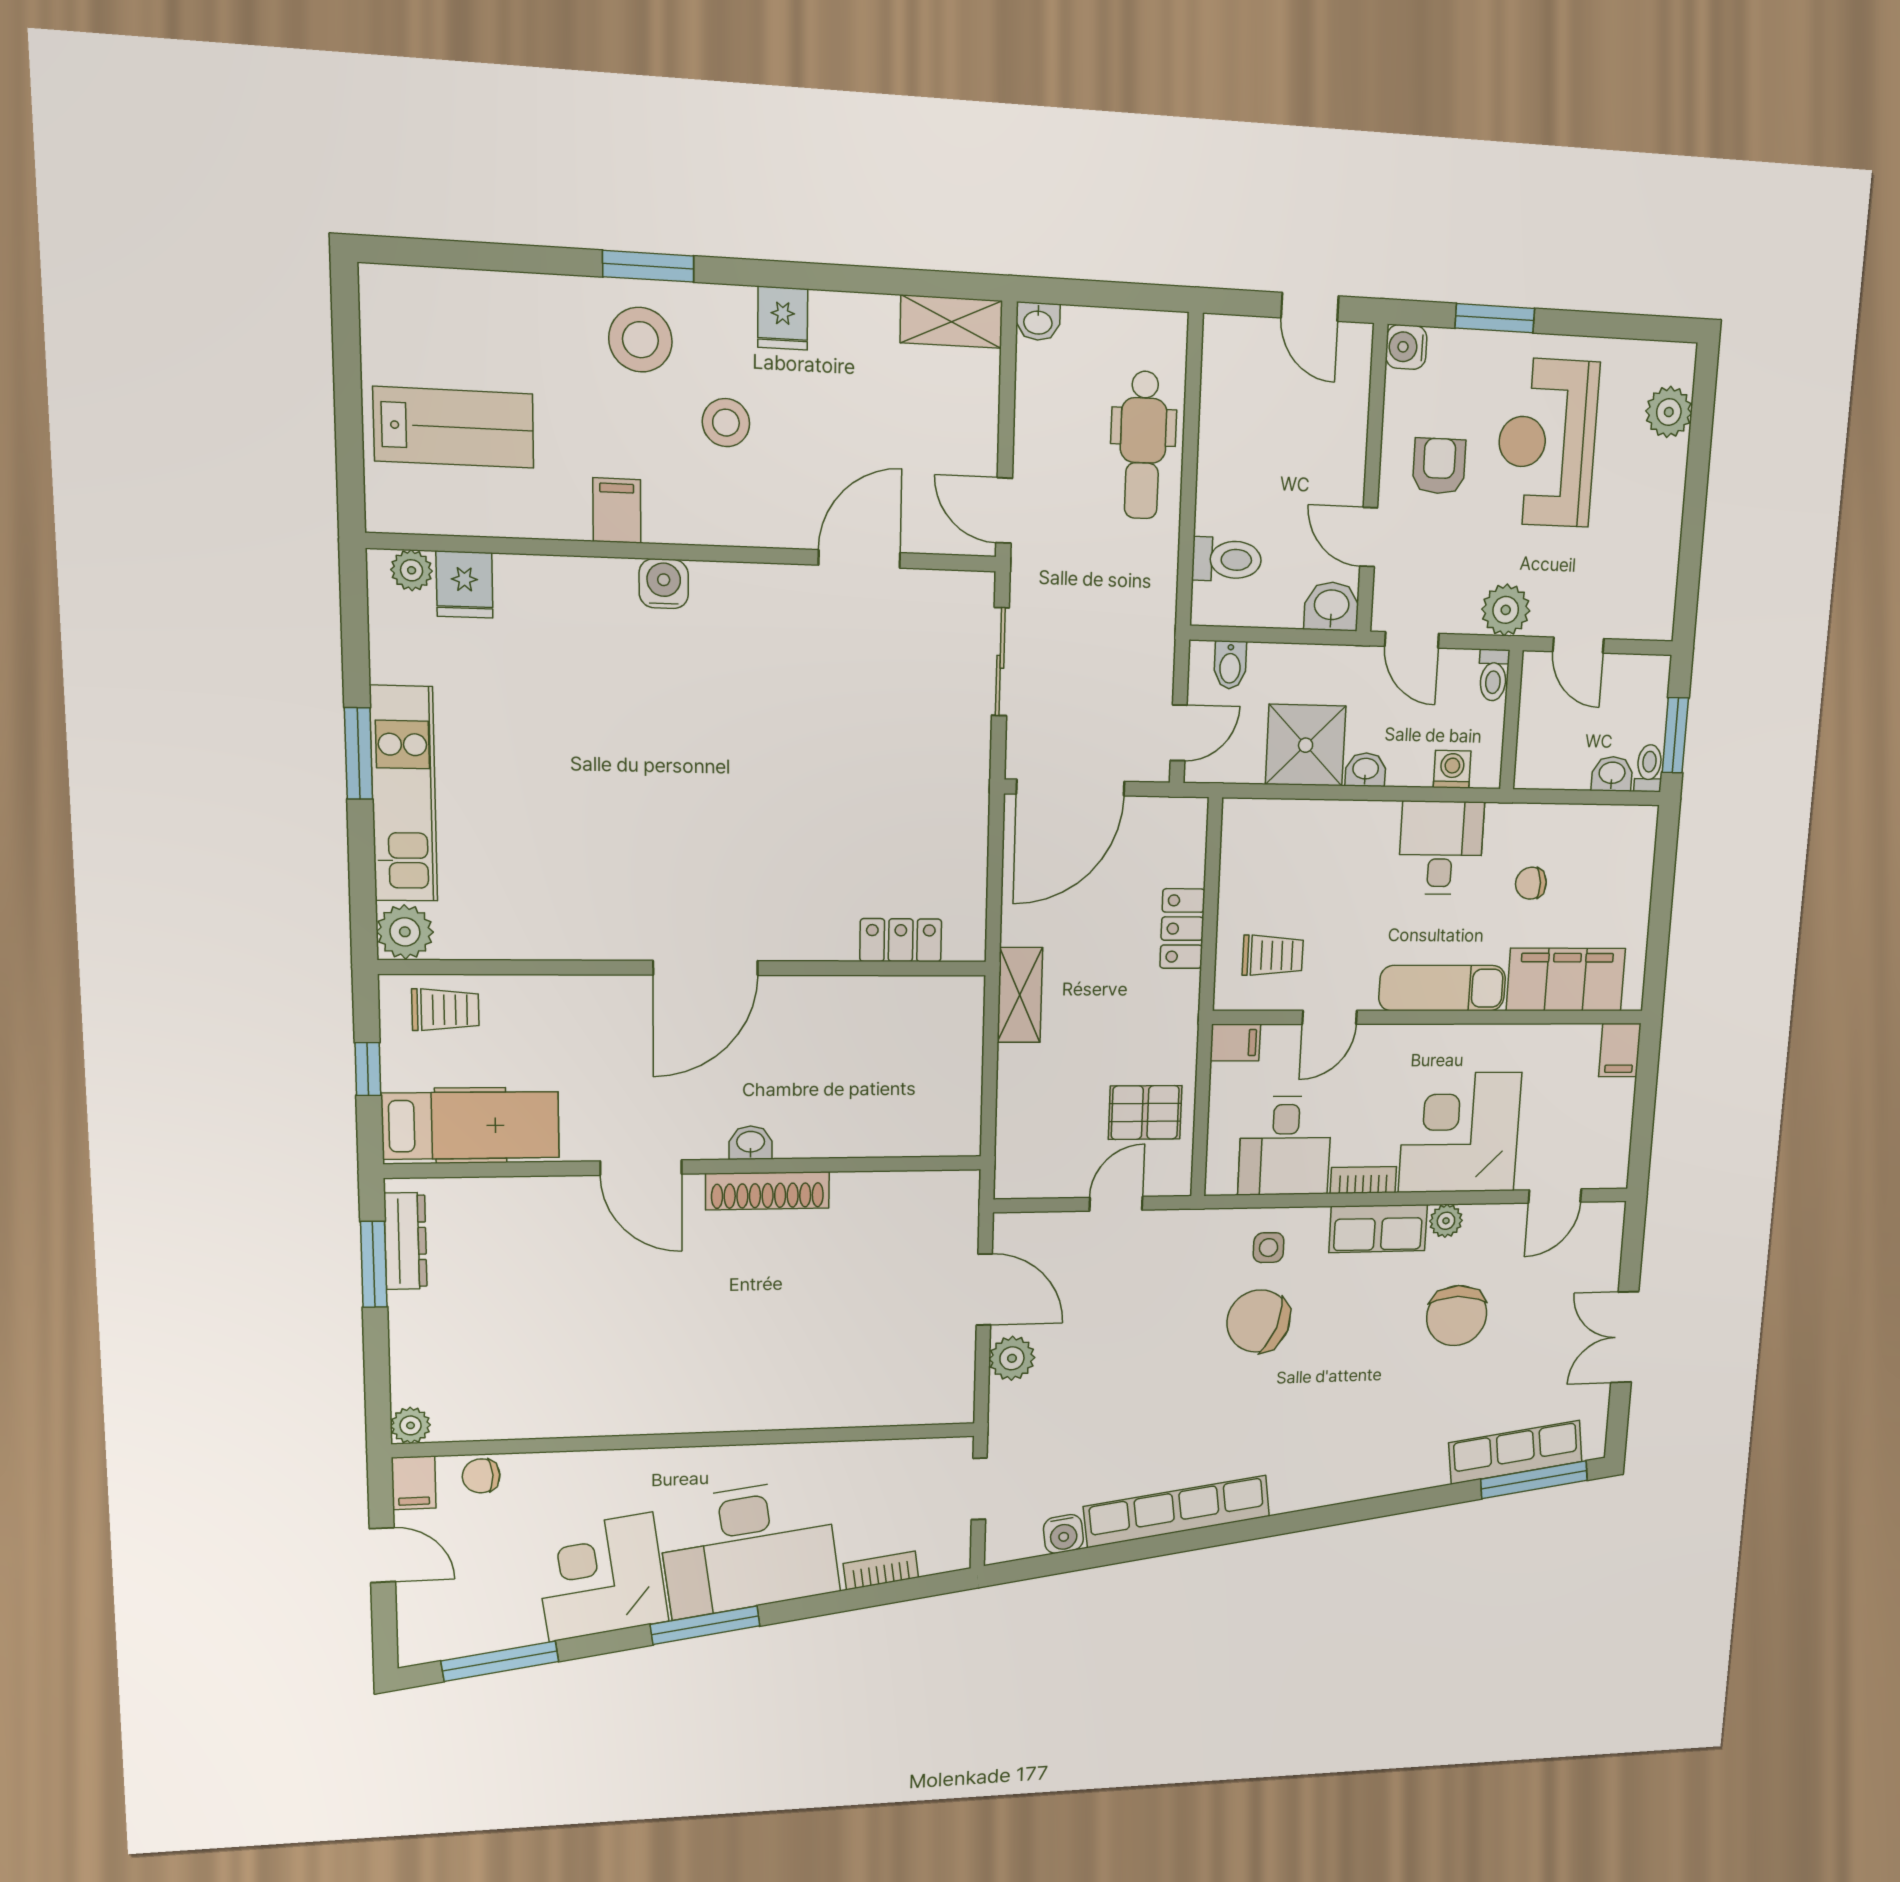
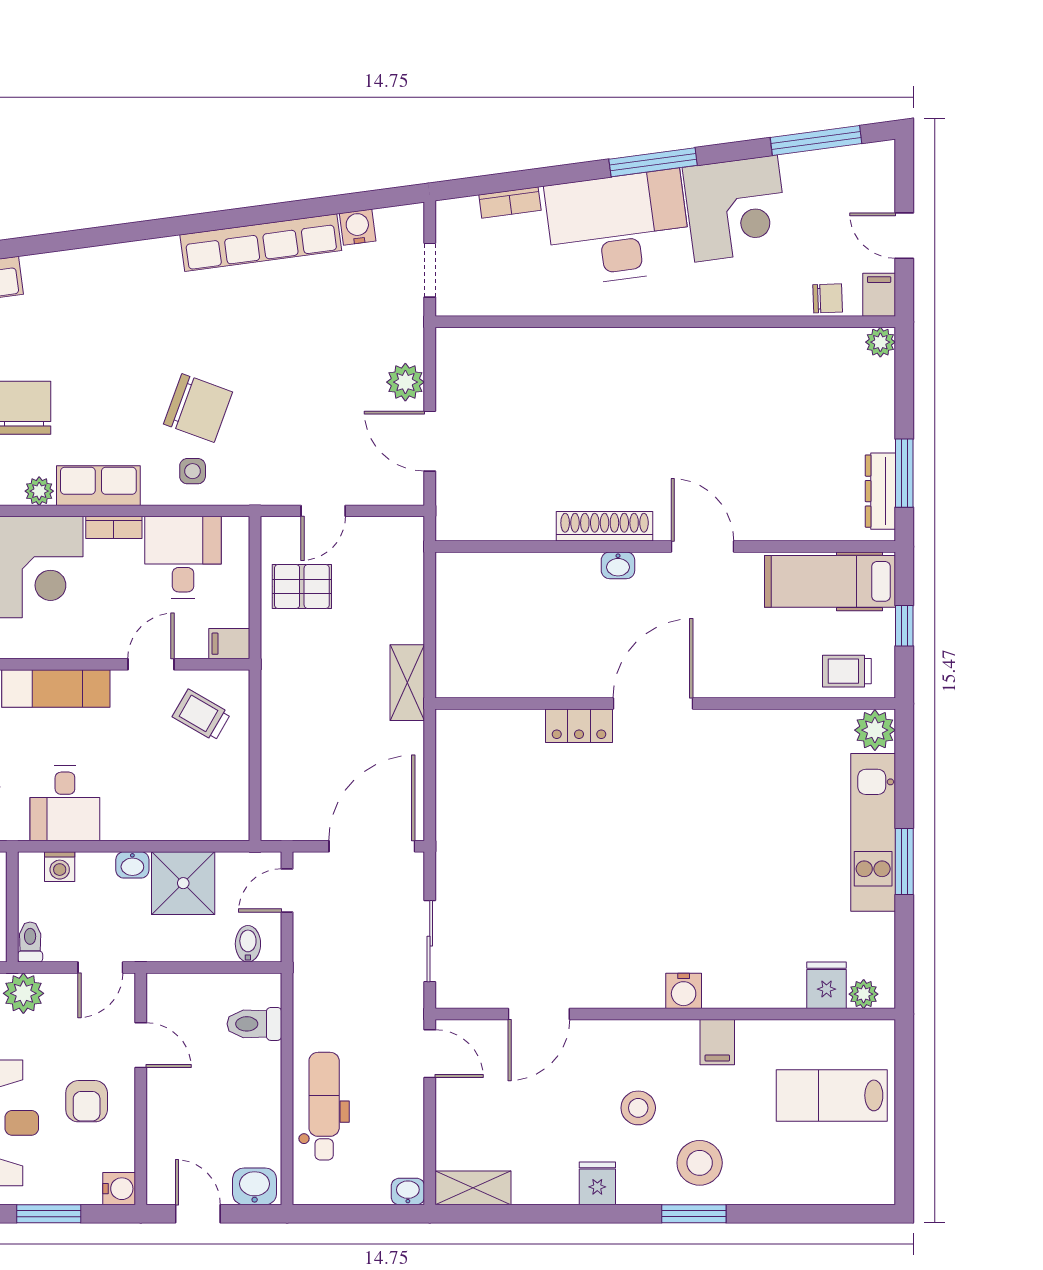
washbasin: (1332, 606) -> (255, 1186), moved, turned 180
door: (1412, 640) -> (100, 968), swing flipped
locker: (1182, 929) -> (277, 736), removed
locker: (901, 940) -> (579, 726), moved
trolley: (1273, 955) -> (201, 715), turned 30

